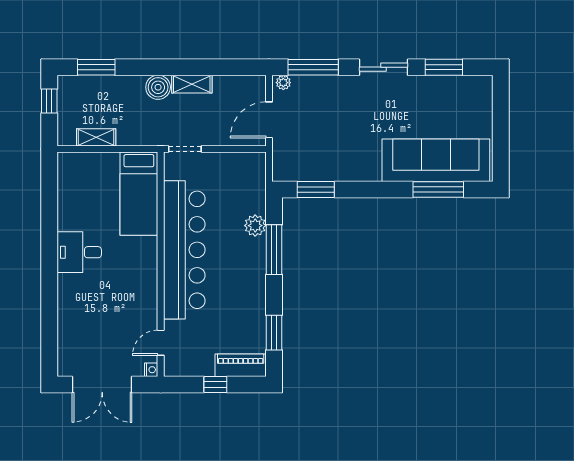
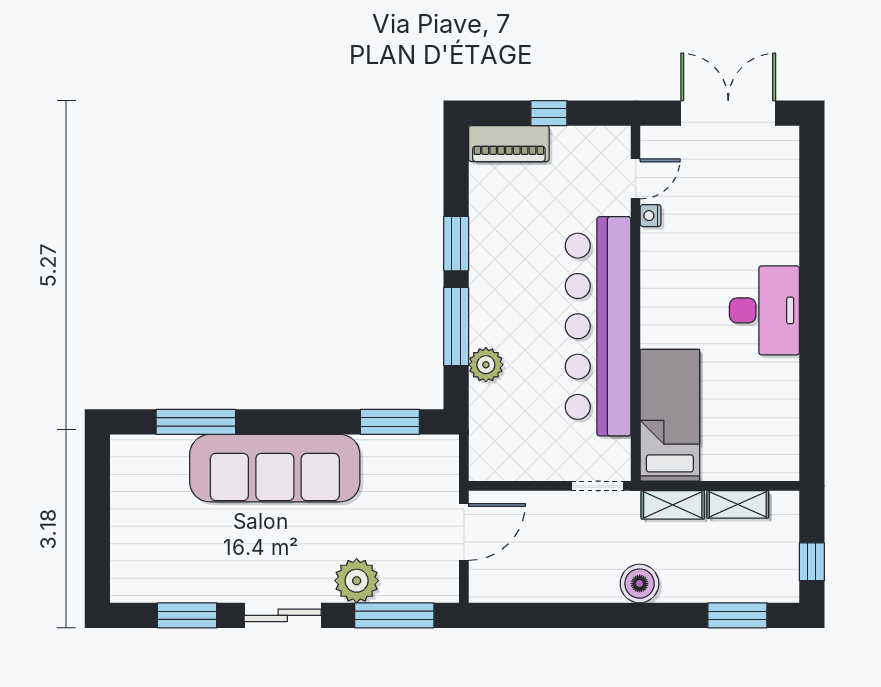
plant: (283, 83) -> (357, 581), moved, width x1.88, depth x1.88
shelving: (192, 84) -> (673, 505), moved
sofa: (436, 160) -> (275, 468), moved
desk: (79, 252) -> (764, 310), width x1.37
window: (274, 333) -> (456, 244), moved
nightstand: (151, 370) -> (651, 216), moved

